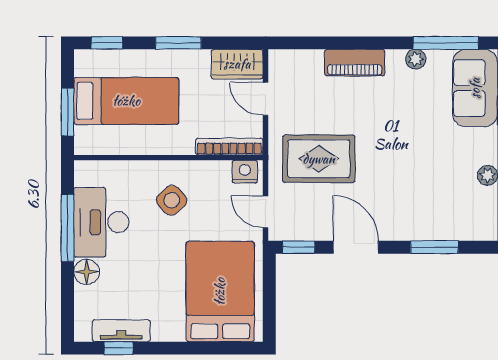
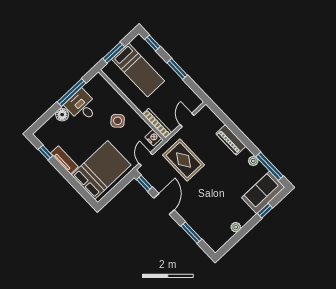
wardrobe: (237, 64) -> (190, 98), removed
desk: (101, 222) -> (82, 106), width x0.73
tv unit: (121, 331) -> (64, 160), moved

